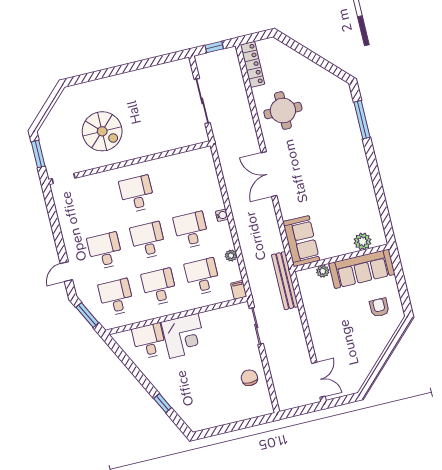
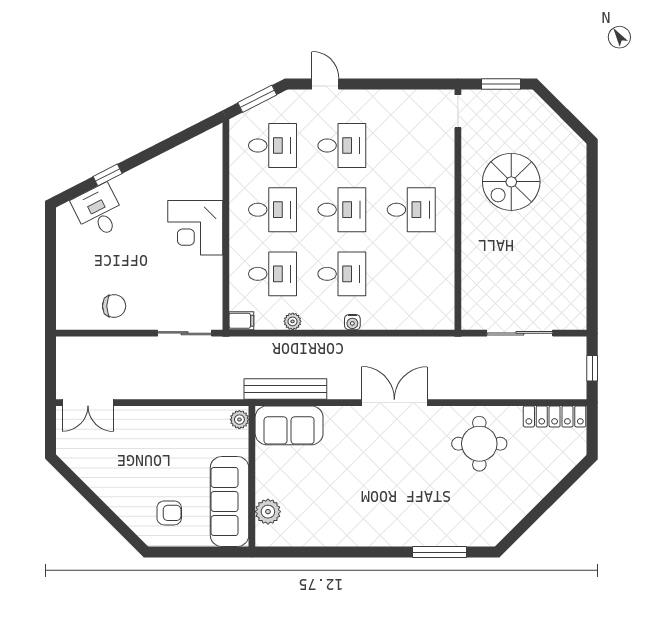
plant: (323, 271) -> (239, 420), moved
bench: (285, 281) -> (285, 389), moved
desk: (149, 341) -> (99, 211), moved, turned -117

